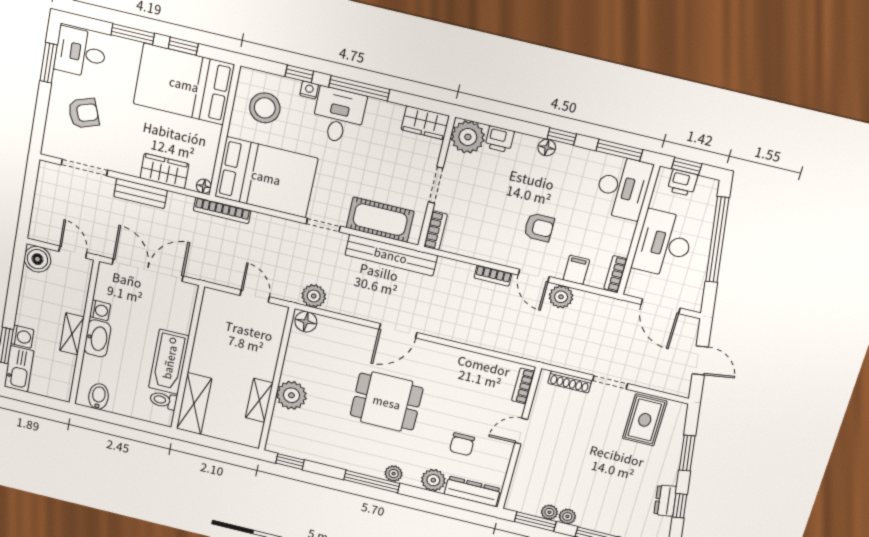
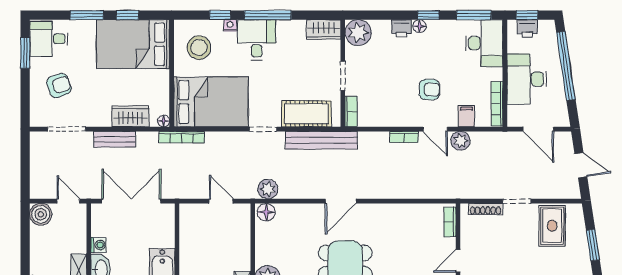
printer: (500, 139) -> (402, 28), moved
bookcase: (616, 274) -> (497, 104), width x1.56

